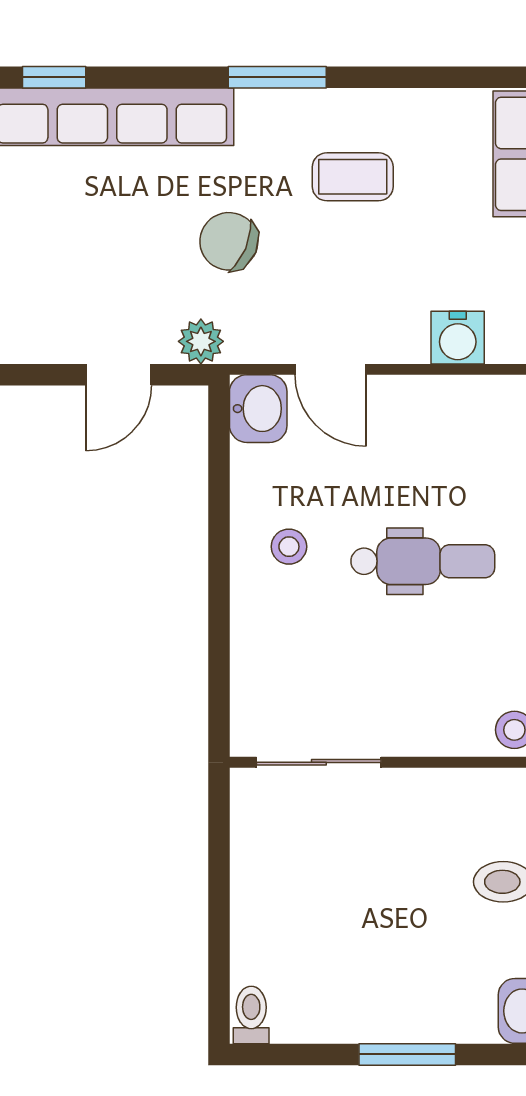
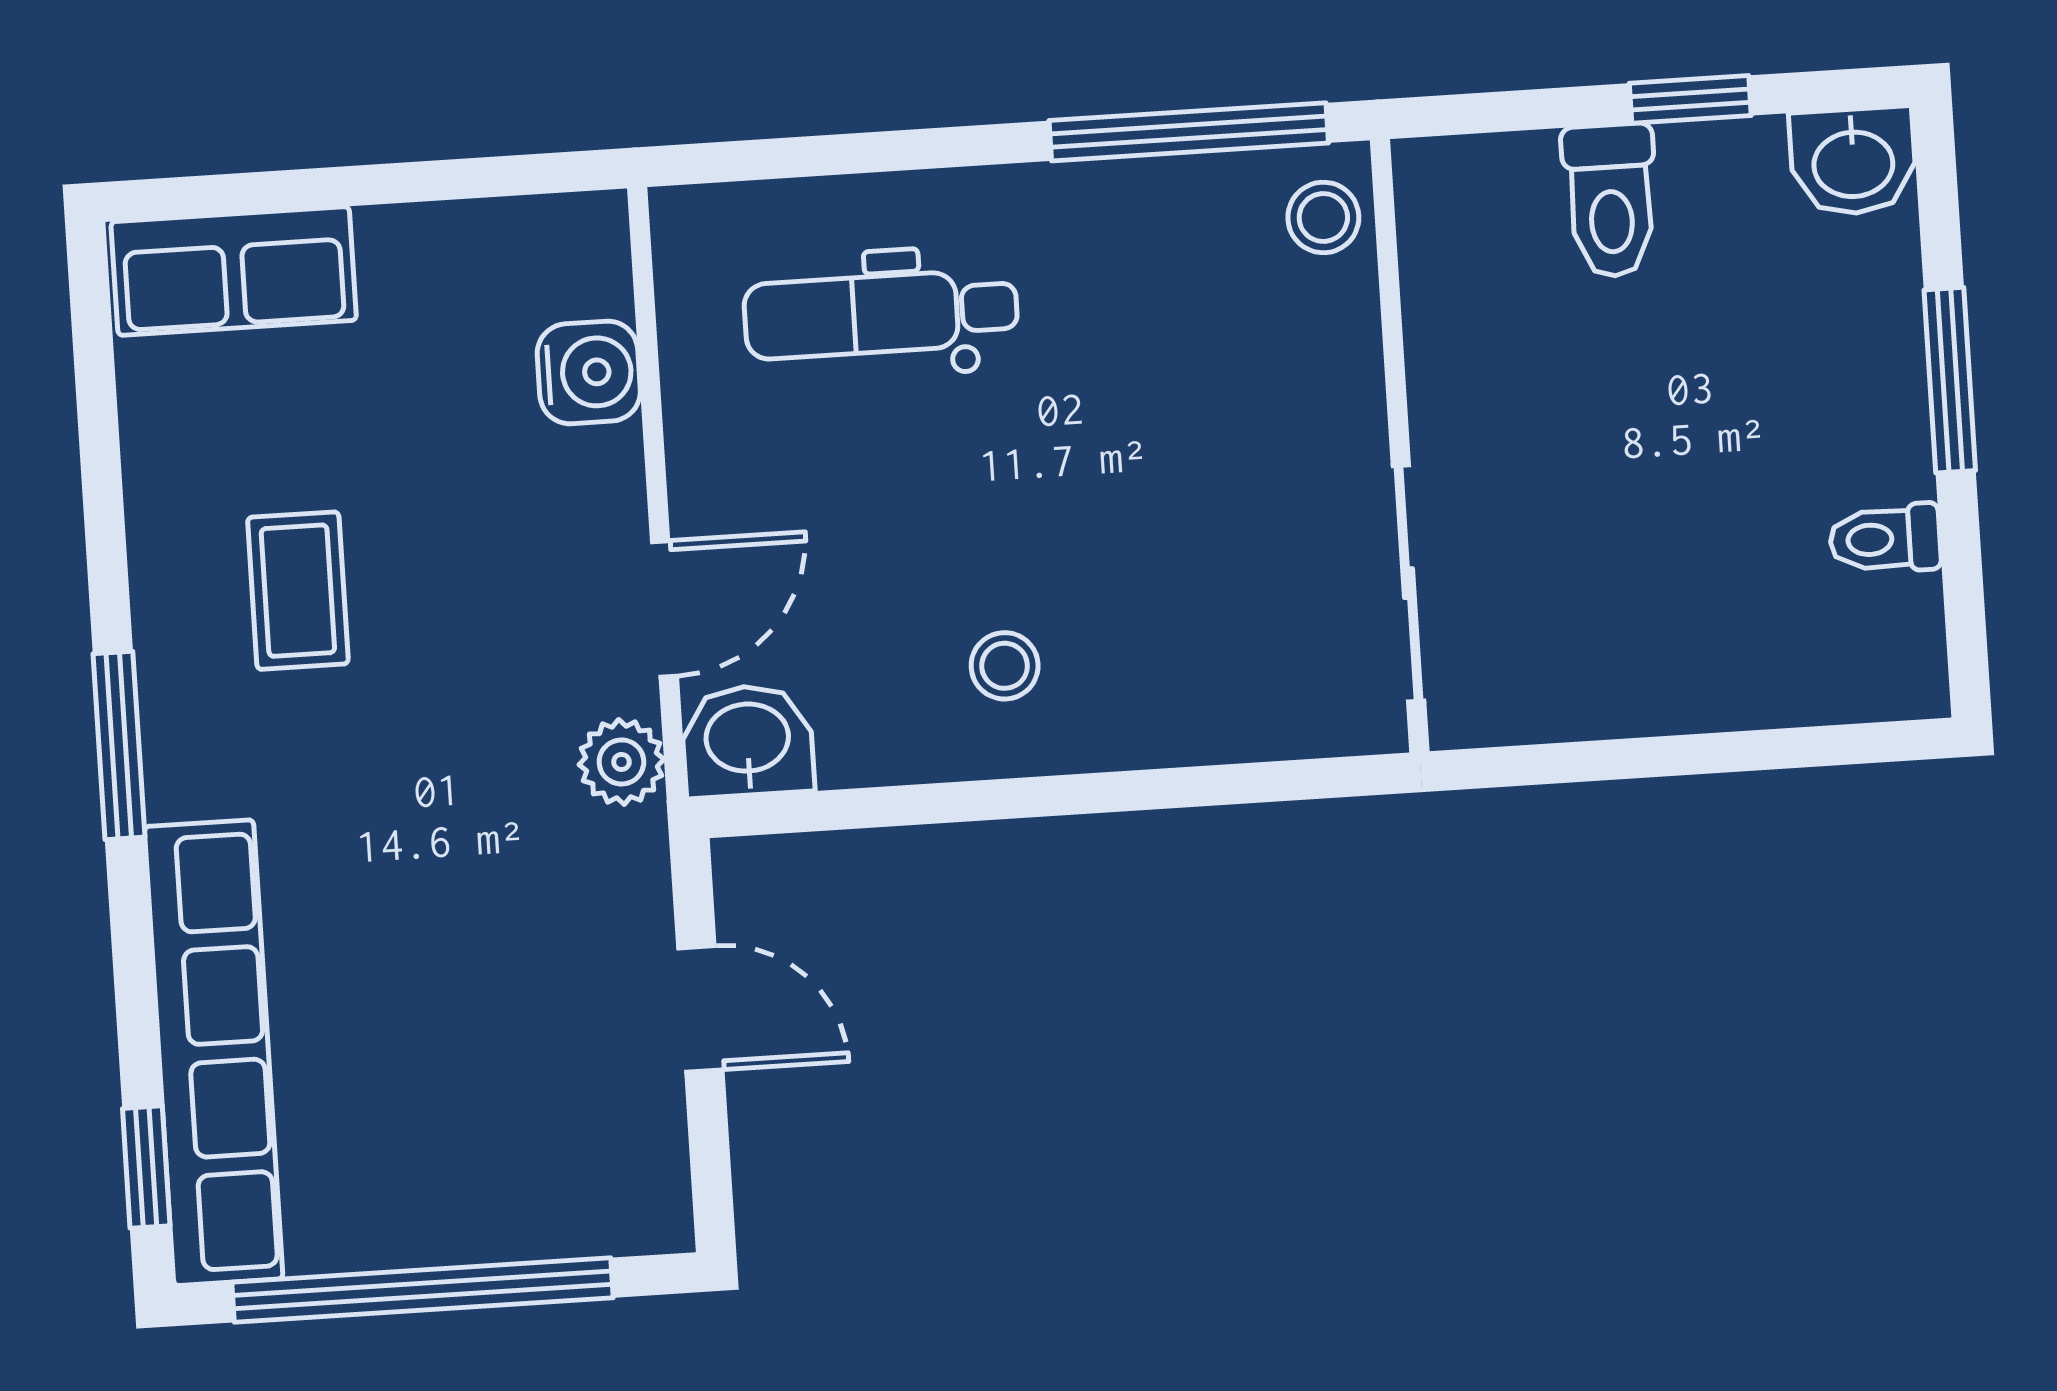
chair: (229, 241) -> (435, 817), removed
plant: (201, 341) -> (621, 762), moved
dental chair: (423, 561) -> (881, 314), moved, turned -90
toilet: (251, 1015) -> (1885, 539), moved

